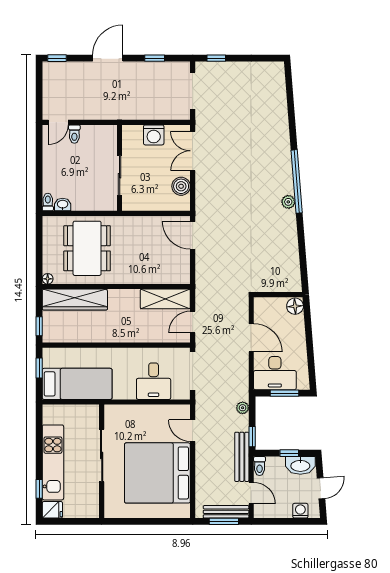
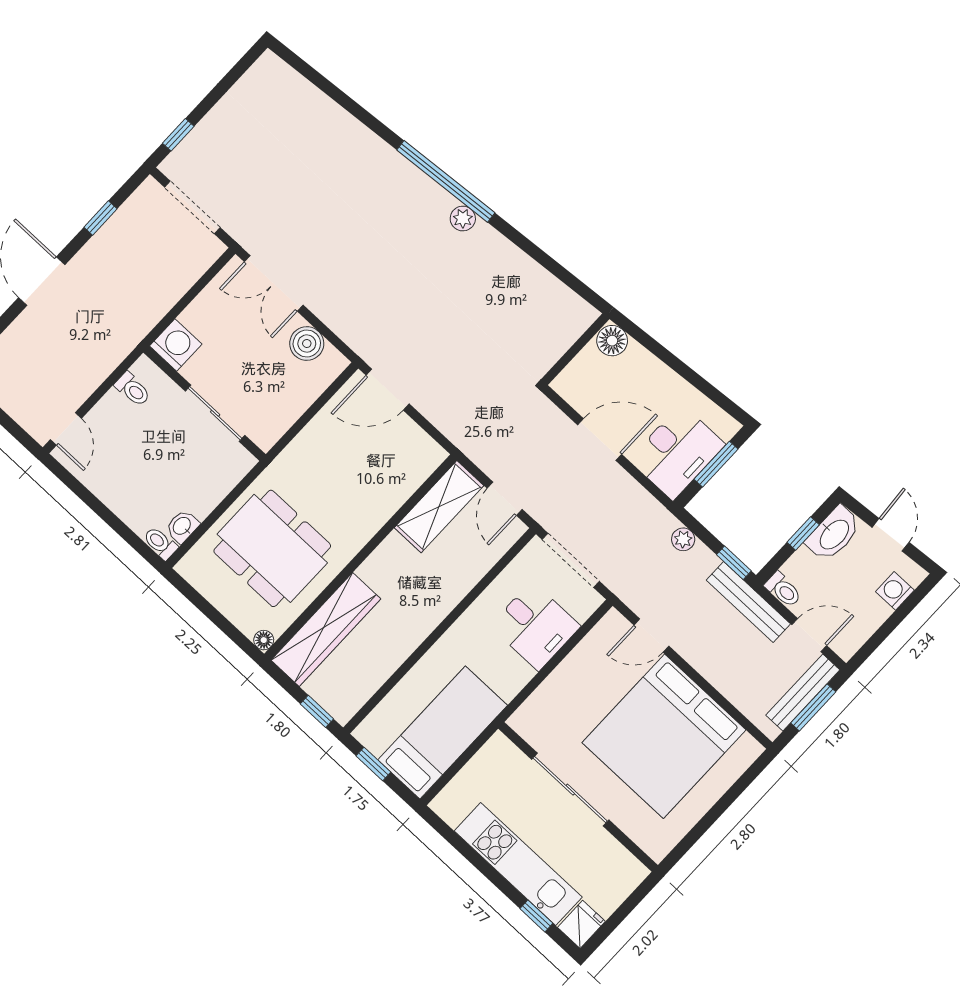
toilet: (74, 134) -> (133, 389), moved
washing machine: (154, 135) -> (176, 345), moved, turned -90

